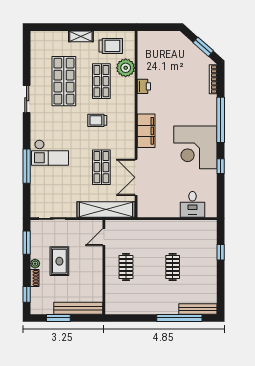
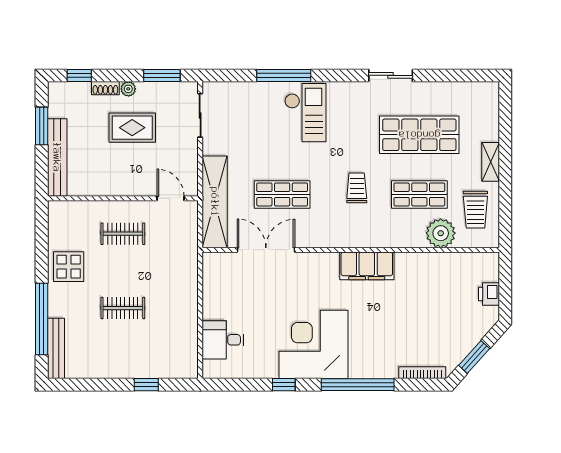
printer: (144, 86) -> (489, 294), moved, turned 90
filing cabinet: (146, 131) -> (367, 266), moved
checkout: (50, 153) -> (305, 113), turned 180
display table: (147, 301) -> (69, 267), added

